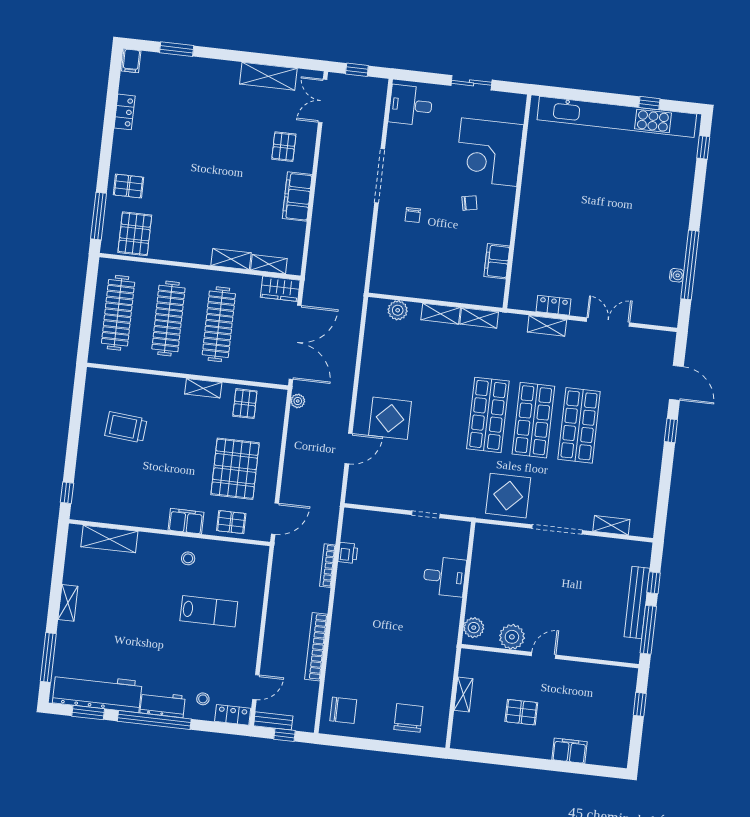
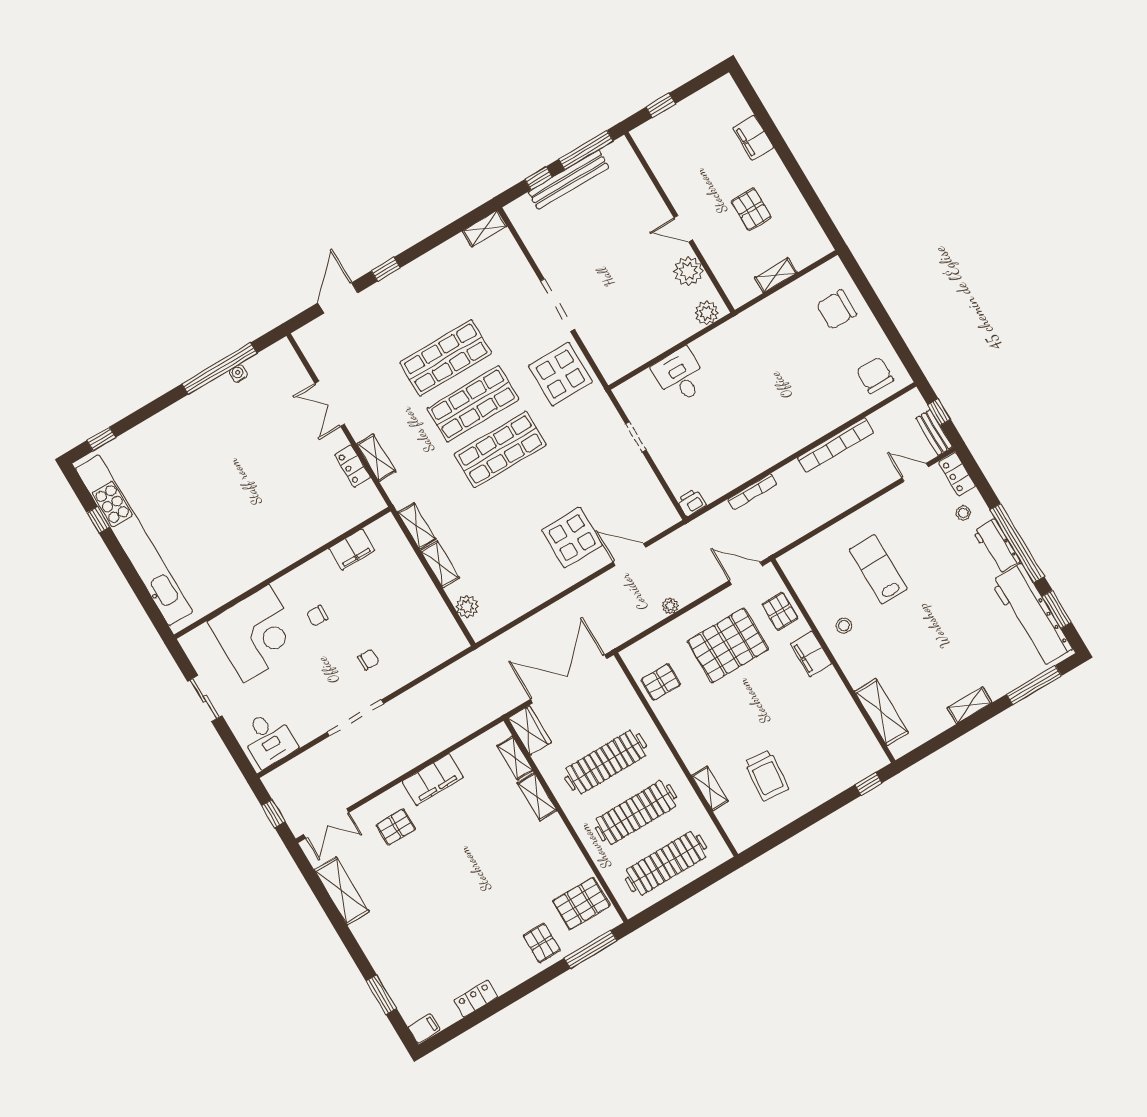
chair: (469, 203) -> (317, 616), turned -78
shelving: (203, 388) -> (710, 788), moved
plant: (298, 401) -> (670, 606), moved
shelving: (611, 525) -> (485, 228), moved, turned 90
printer: (348, 553) -> (691, 503), moved

